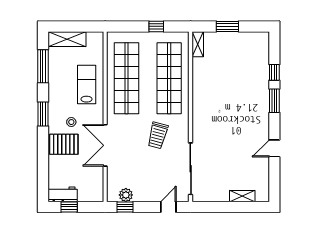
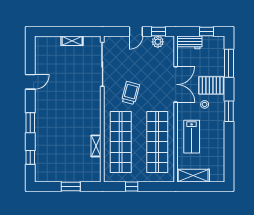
shelving: (67, 39) -> (193, 176), moved
shelving: (198, 44) -> (96, 146), moved
window: (43, 66) -> (229, 63), moved
window: (274, 72) -> (30, 157), moved
workbench: (63, 194) -> (189, 42), moved
shelving: (242, 196) -> (72, 41), moved
door: (168, 207) -> (136, 32), moved

